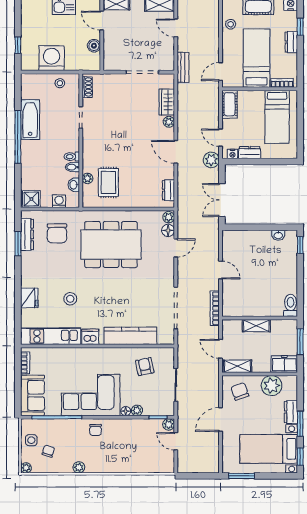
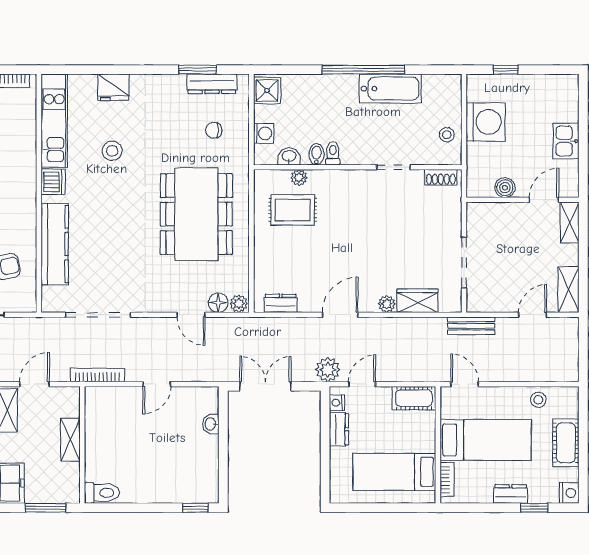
chair: (57, 233) -> (214, 130), width x0.54, depth x0.54
washbasin: (278, 235) -> (211, 424), moved

